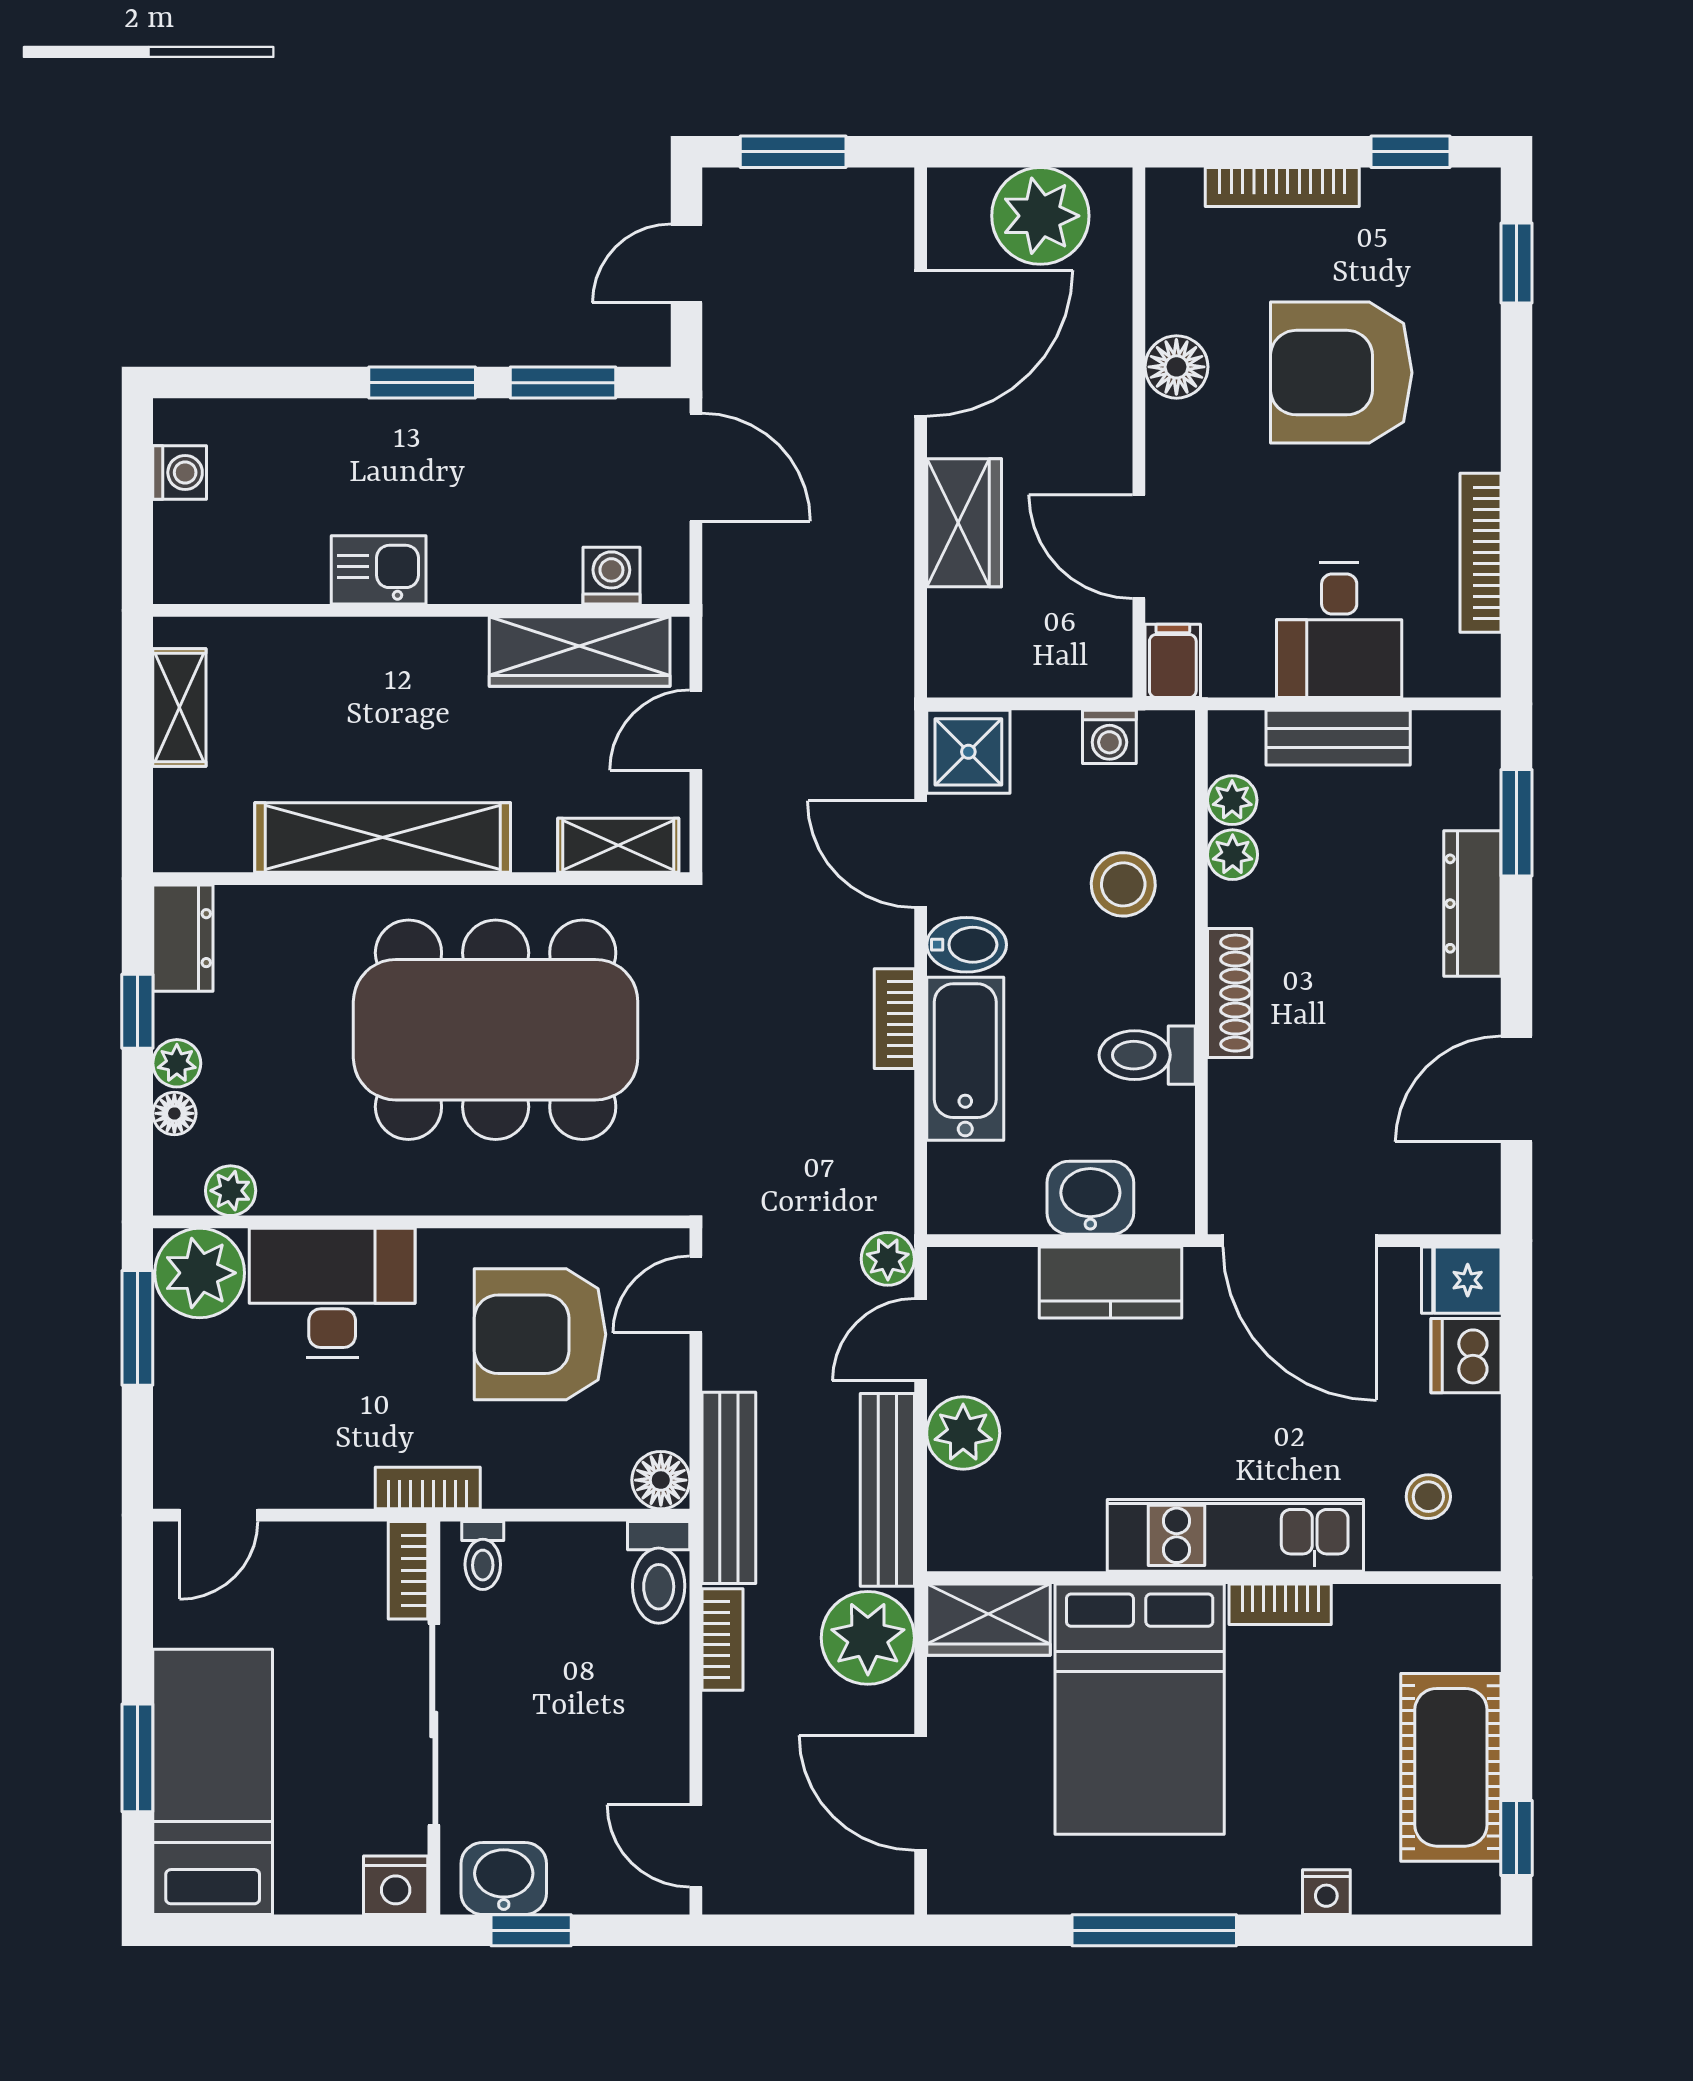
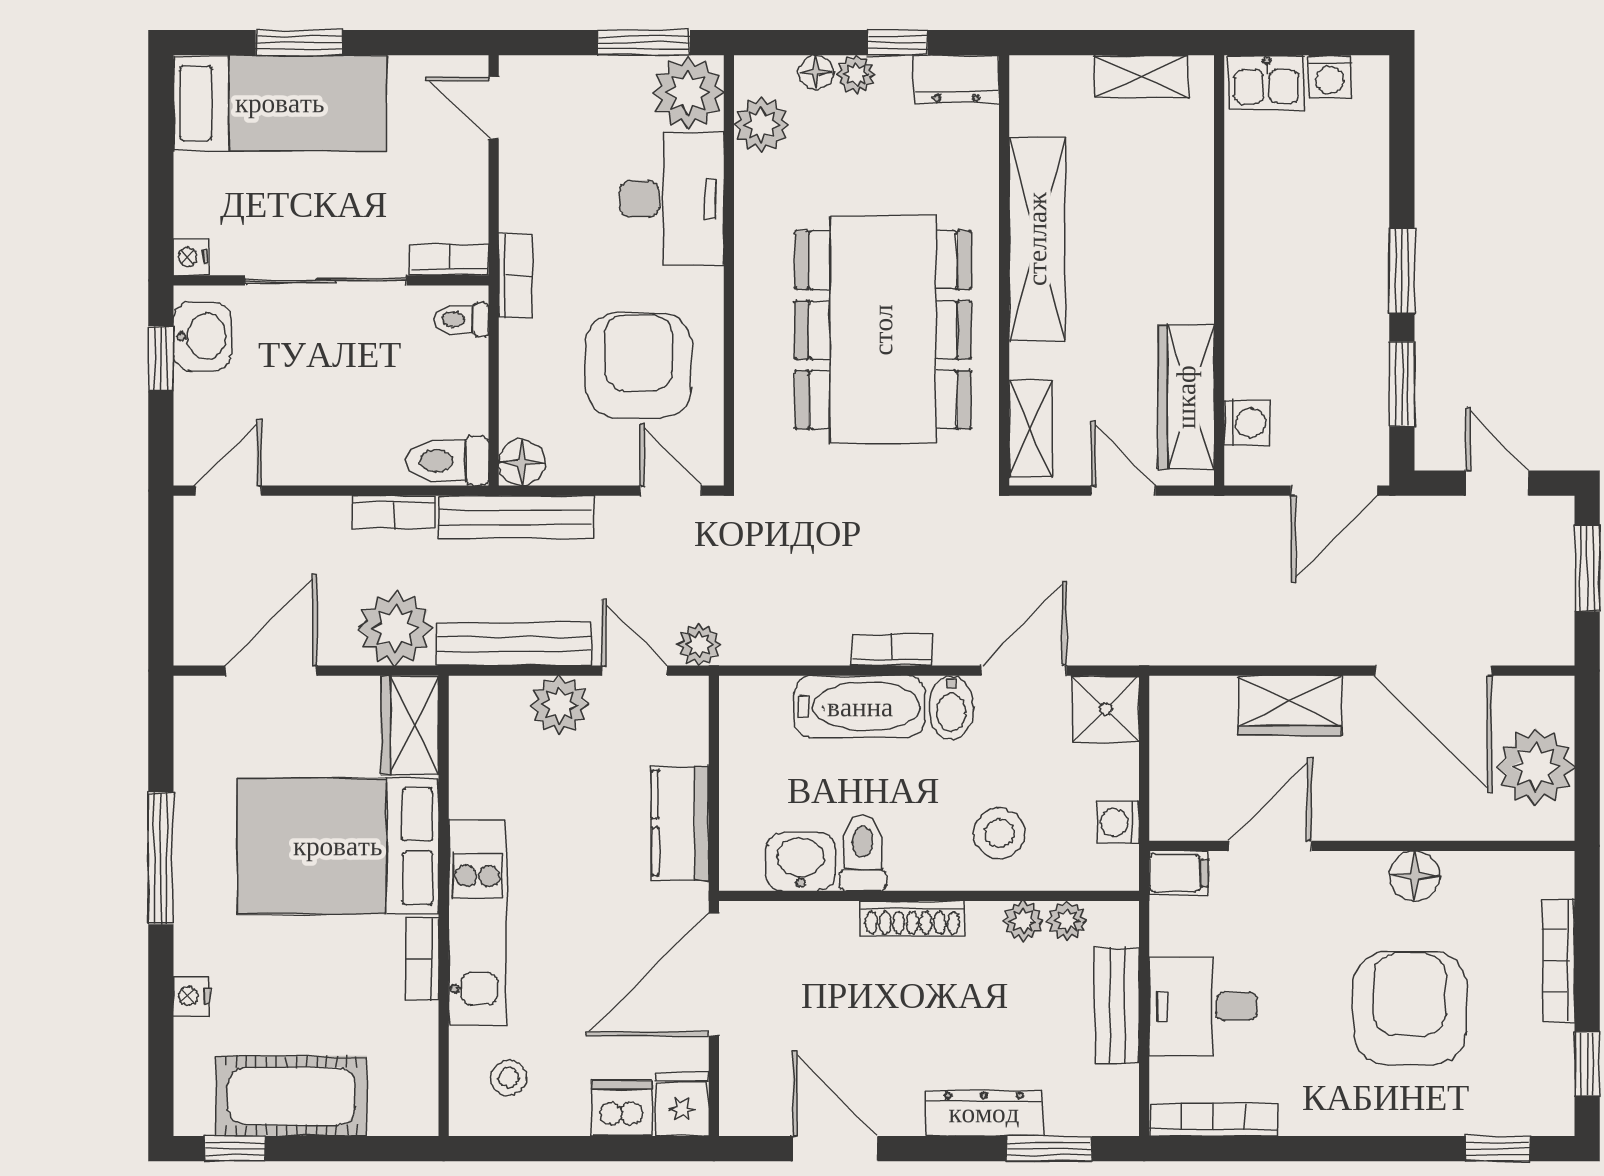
bookcase: (1481, 553) -> (1213, 1120), moved
kitchen sink: (379, 570) -> (1266, 83), moved, turned 90
plant: (231, 1191) -> (761, 125), width x1.38, depth x1.38
washbasin: (1090, 1198) -> (800, 862), moved, turned -90
nightstand: (396, 1885) -> (191, 257), width x0.72, depth x0.74

